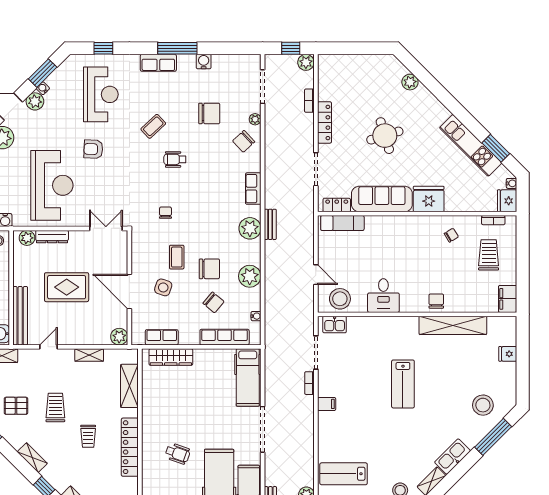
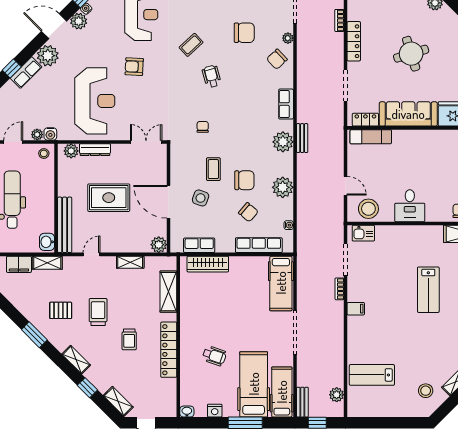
wheelchair: (175, 159) -> (212, 76), turned 75

